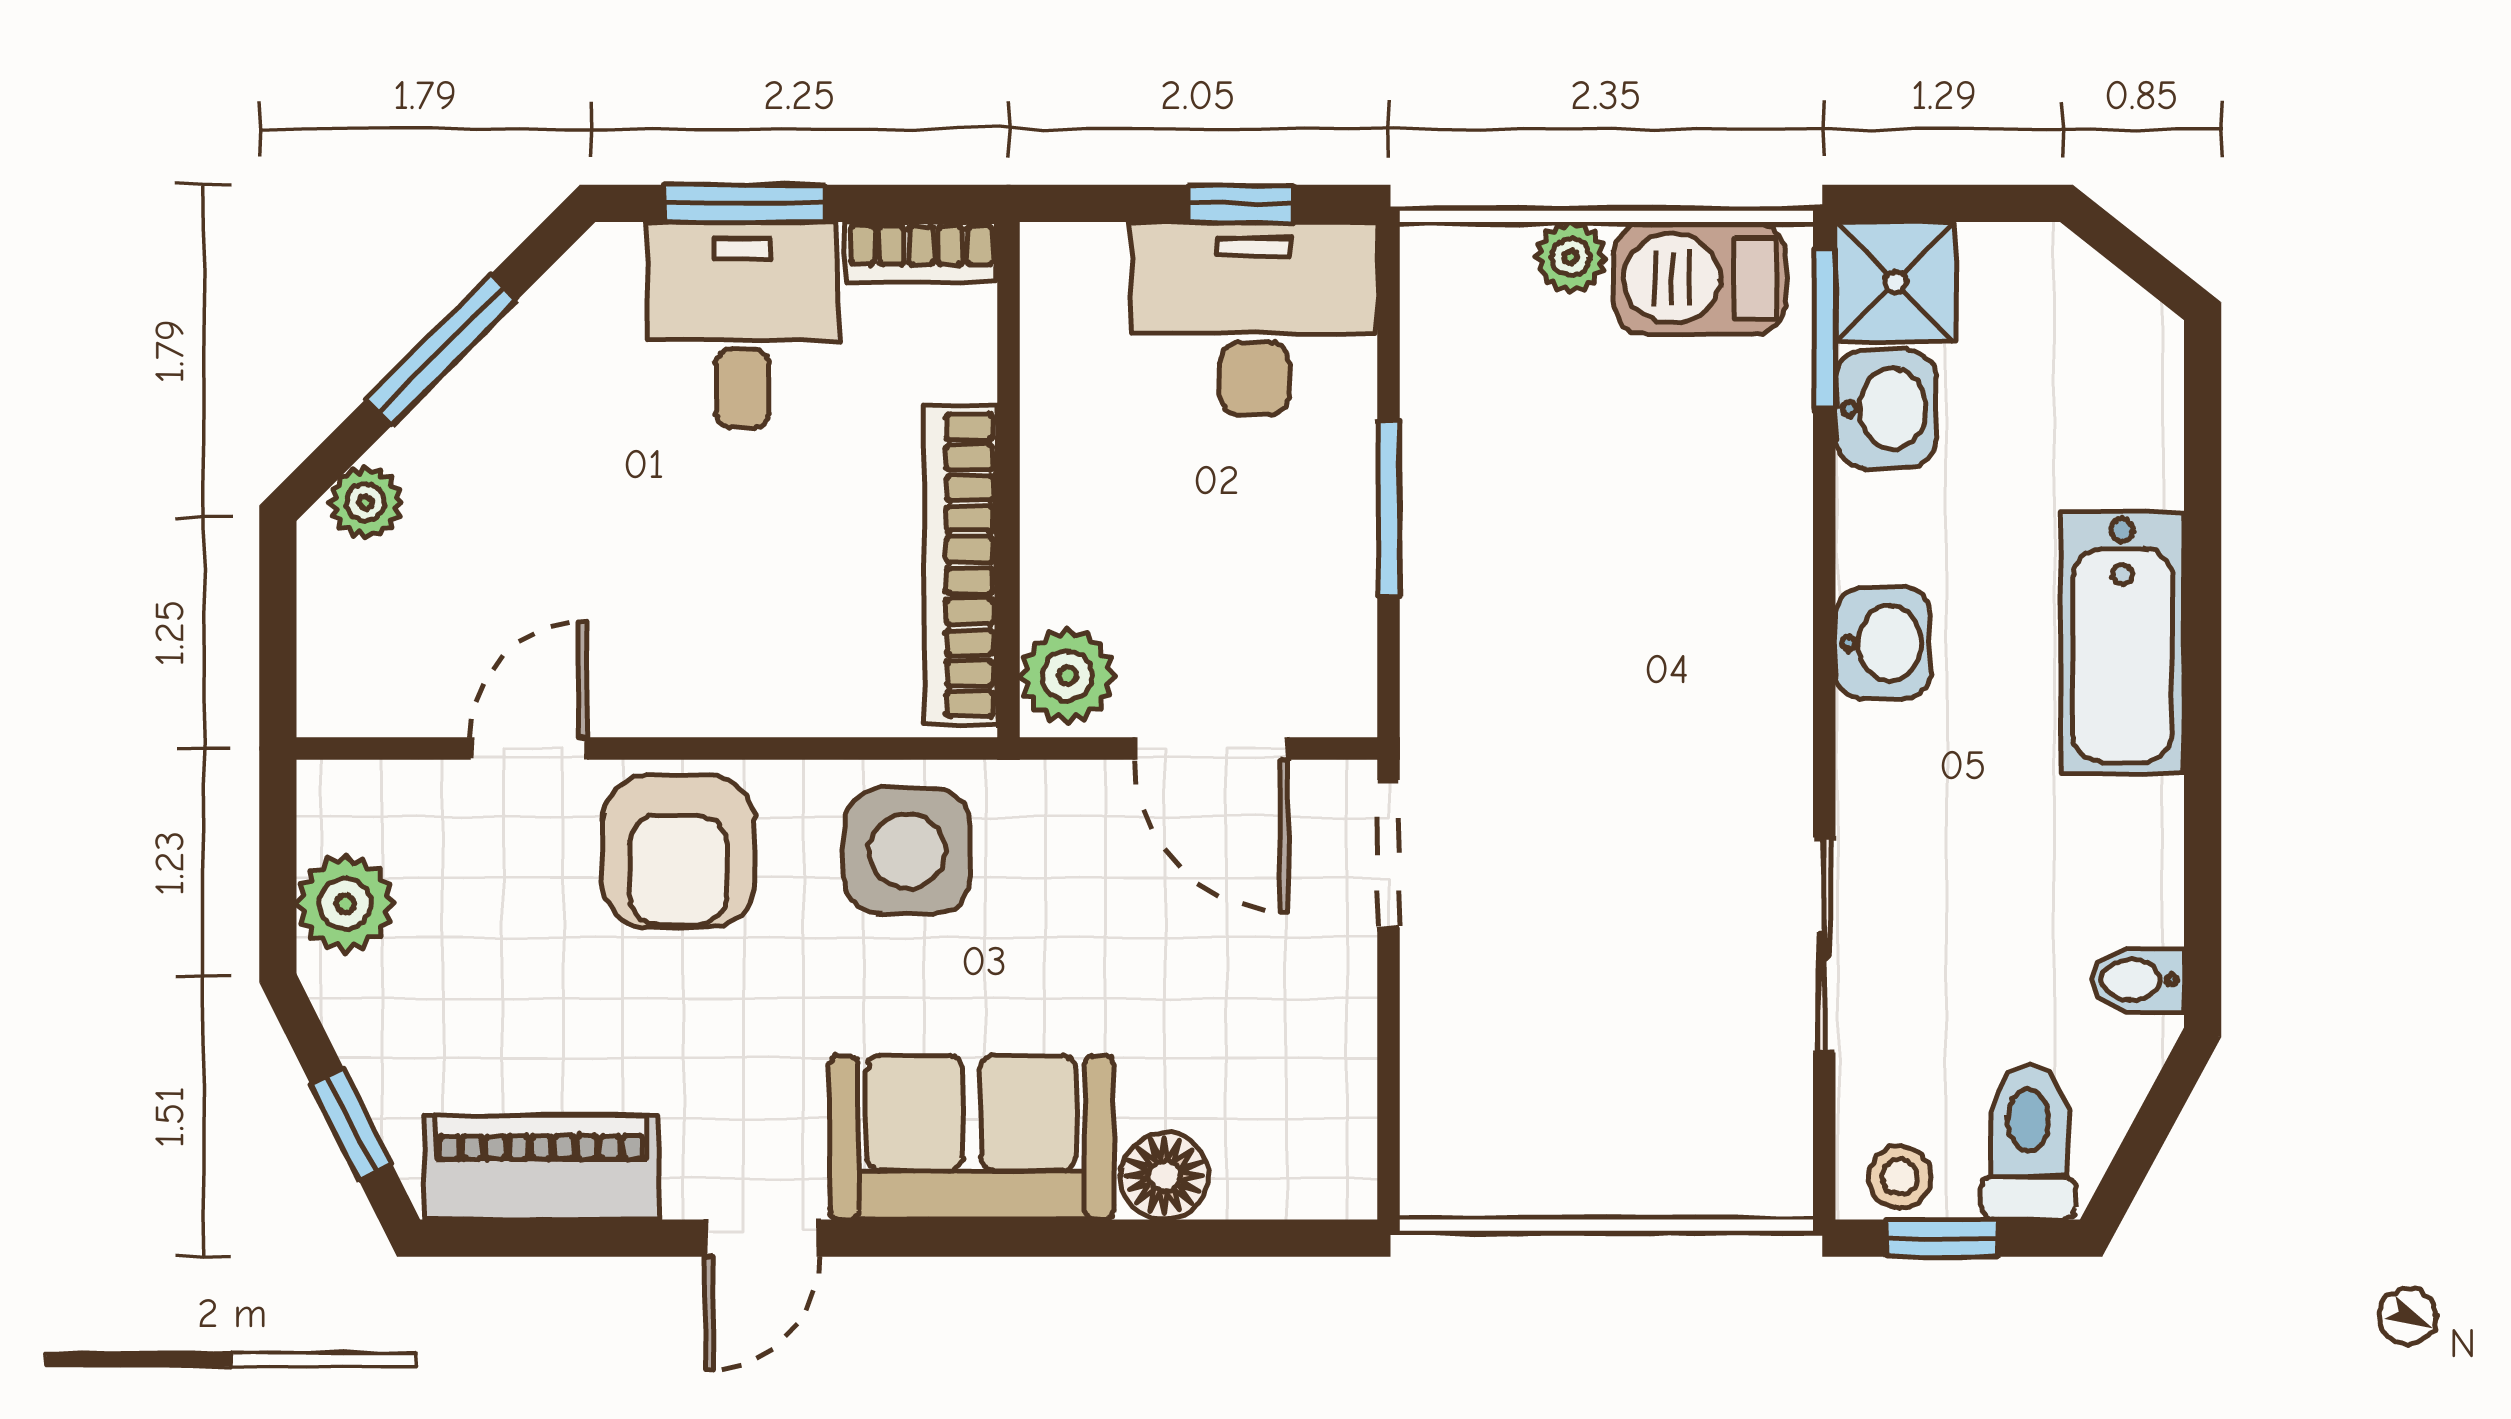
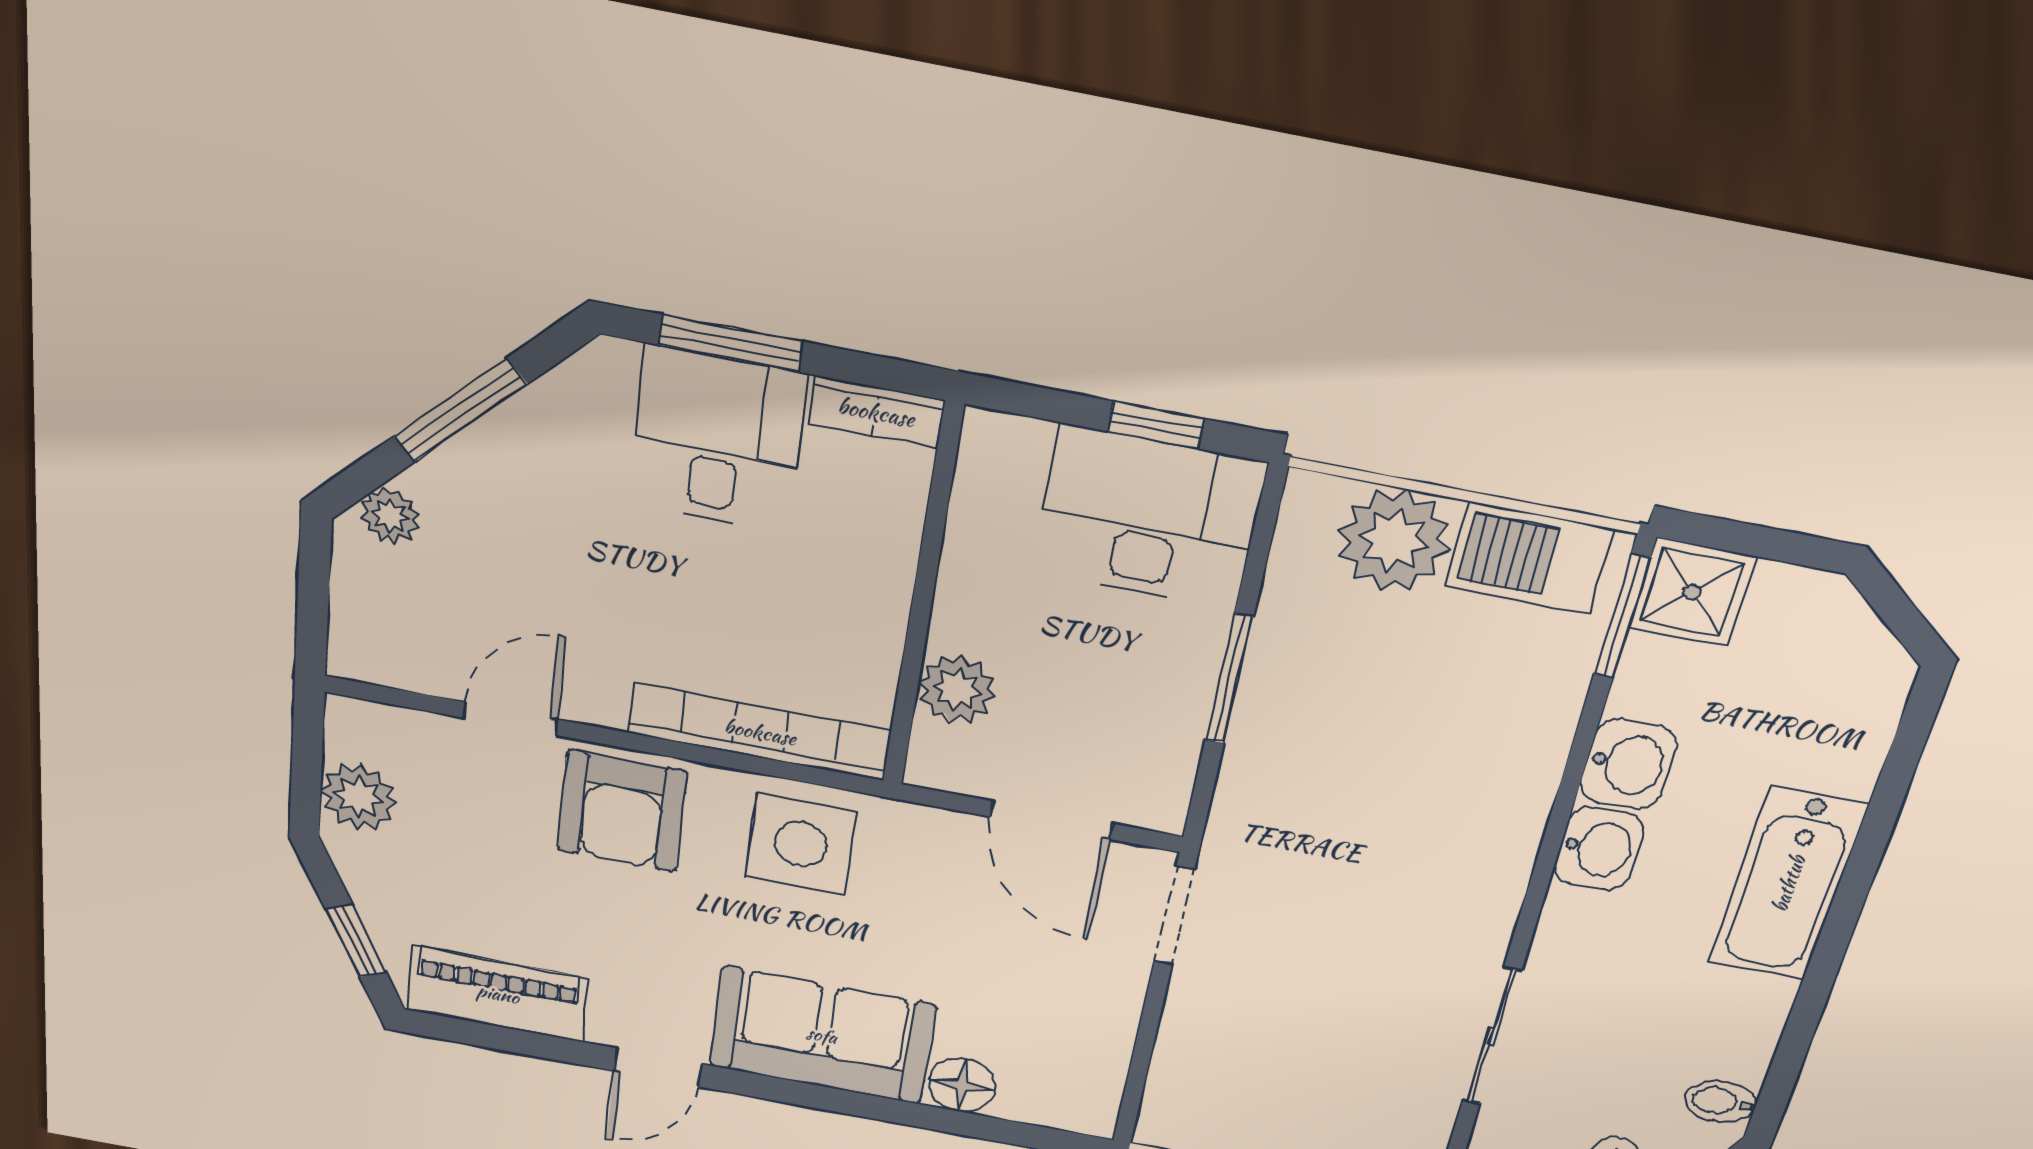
plant: (1571, 257) -> (1394, 540), width x1.88, depth x1.88
washbasin: (1886, 409) -> (1628, 764), moved
bookcase: (961, 565) -> (760, 732), moved, turned 90
plant: (1067, 676) -> (957, 689), moved

